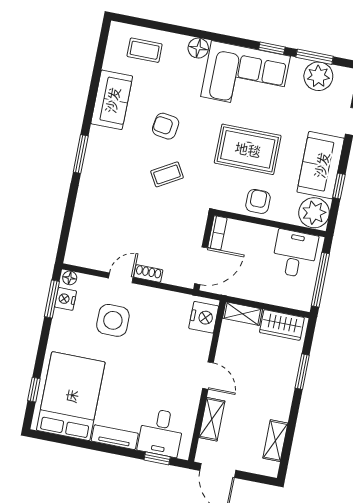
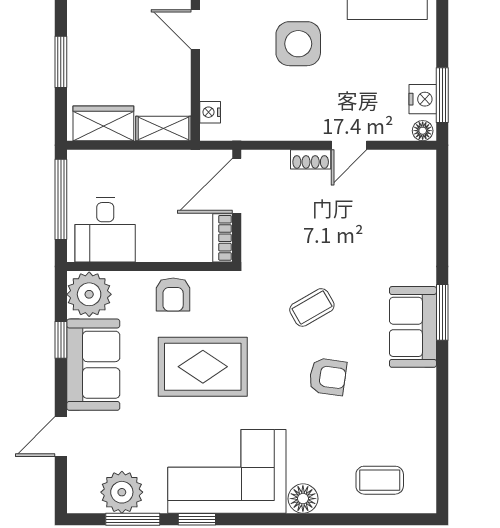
sofa: (112, 100) -> (413, 327), moved
nightstand: (204, 317) -> (210, 112), width x0.53, depth x0.56
side table: (113, 320) -> (298, 44), moved

